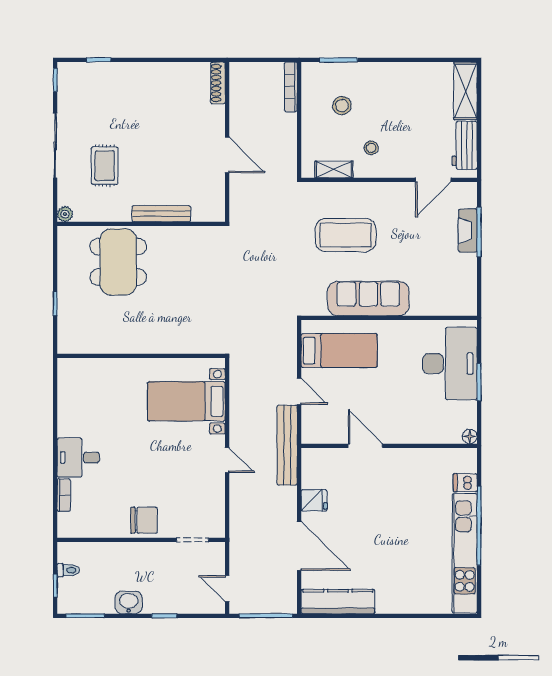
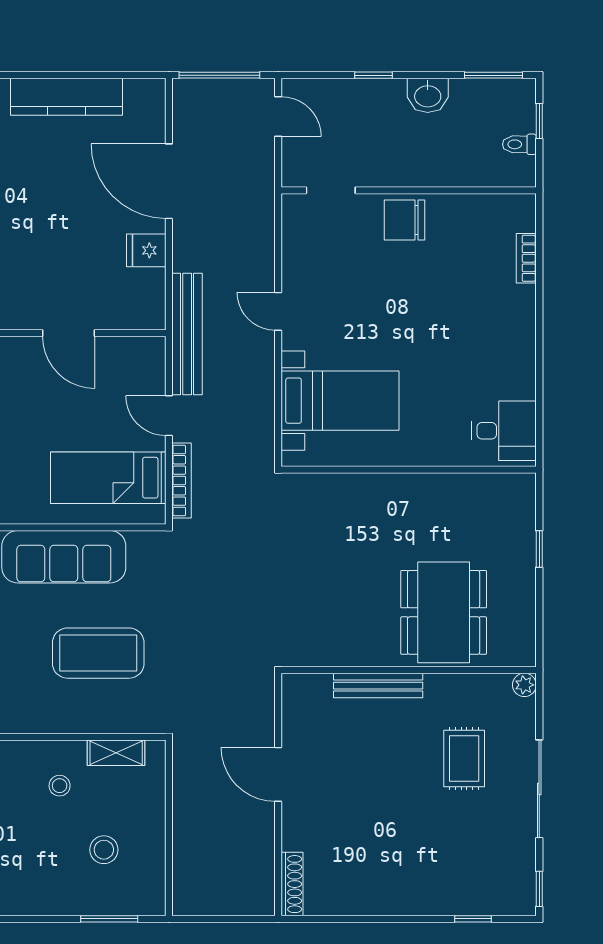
bookcase: (291, 87) -> (182, 480), moved
desk: (78, 458) -> (504, 431), moved
kitchen counter: (338, 601) -> (66, 97), moved

